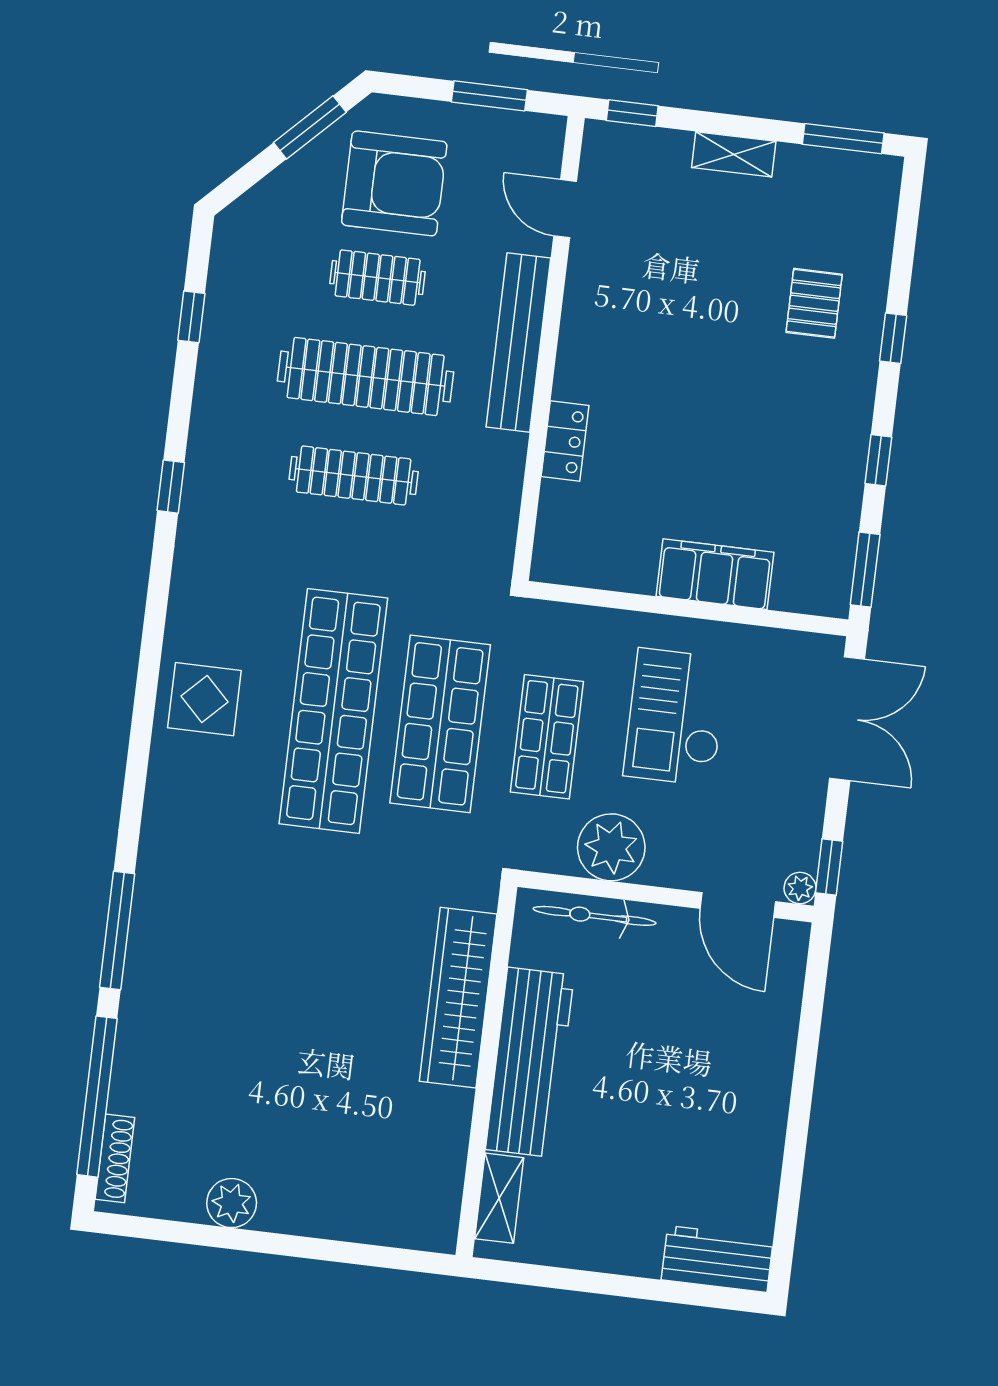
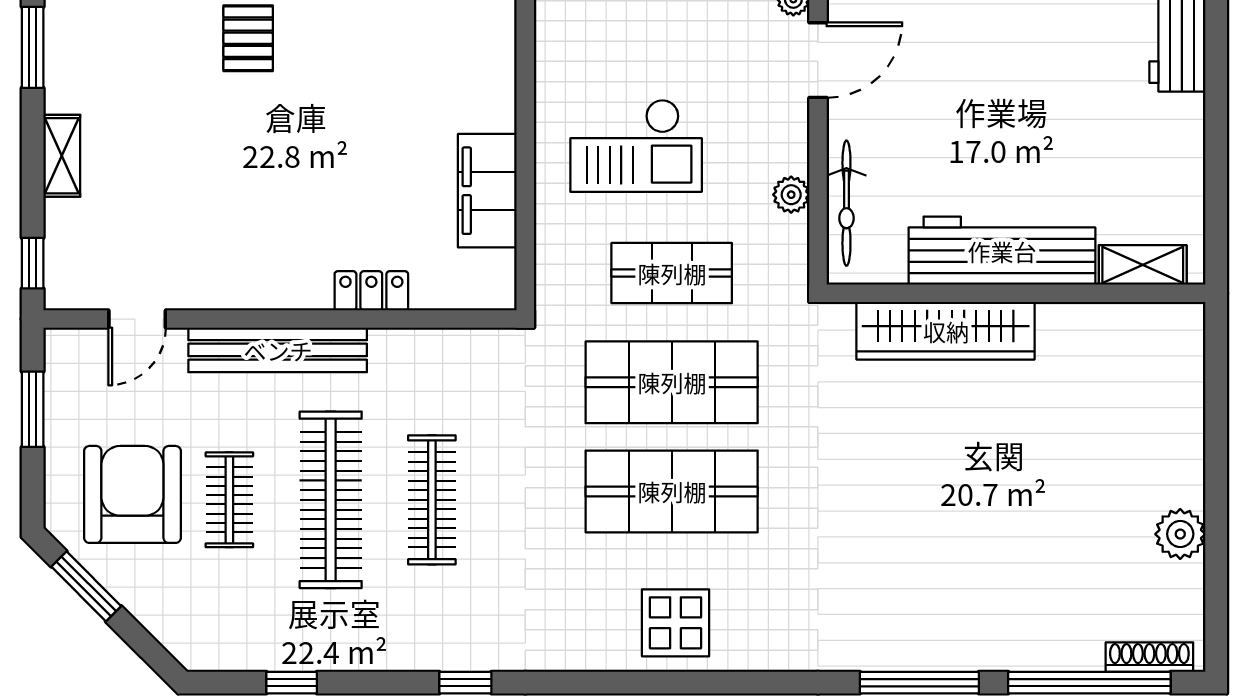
pallet: (814, 303) -> (248, 38), moved, turned 90
filing cabinet: (715, 574) -> (487, 191), moved
shop shelf: (333, 711) -> (672, 491), width x0.71
plant: (611, 847) -> (791, 195), width x0.53, depth x0.53

